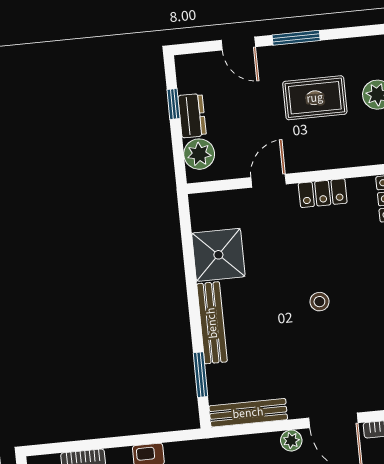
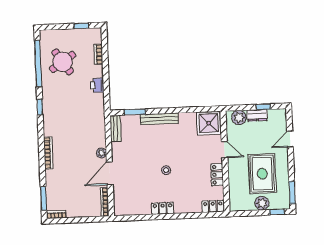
window: (296, 38) -> (292, 193), moved
rug: (315, 98) -> (262, 174), width x1.36, depth x1.43
shower: (218, 255) -> (209, 123), moved
bench: (248, 413) -> (115, 129), width x0.73

